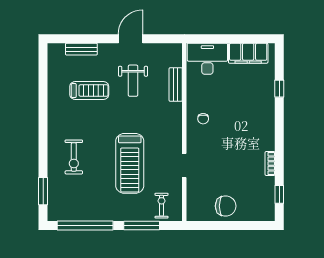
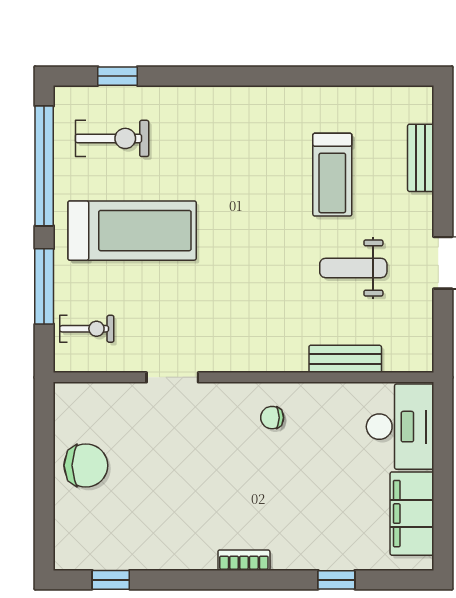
exercise bike: (74, 157) -> (112, 138), moved, turned 180
treadmill: (130, 163) -> (132, 231), moved, turned 180
bookcase: (270, 163) -> (244, 560), moved
window: (43, 191) -> (118, 76), width x0.67
chair: (226, 206) -> (86, 465), turned -90

